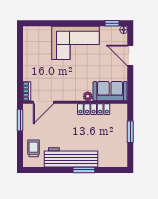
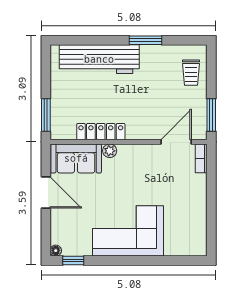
door: (130, 55) -> (46, 192), moved
window: (130, 132) -> (46, 115), moved
workbench: (71, 157) -> (99, 59), moved
window: (84, 170) -> (146, 40), moved

